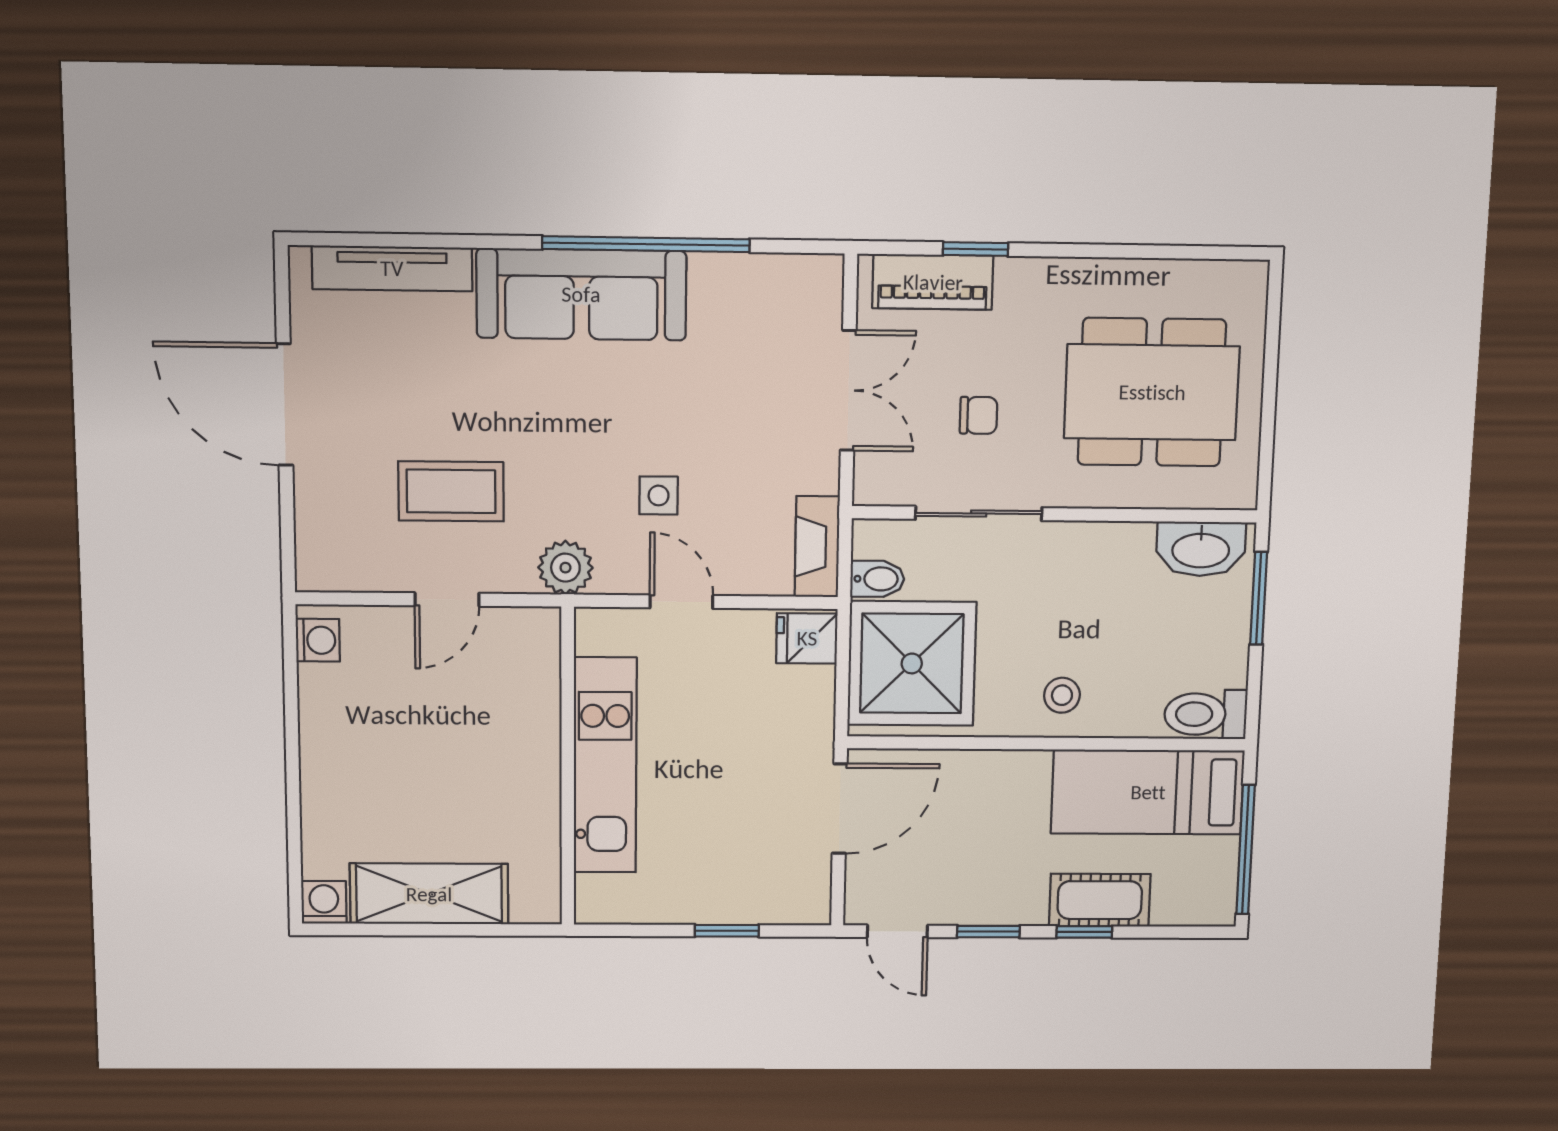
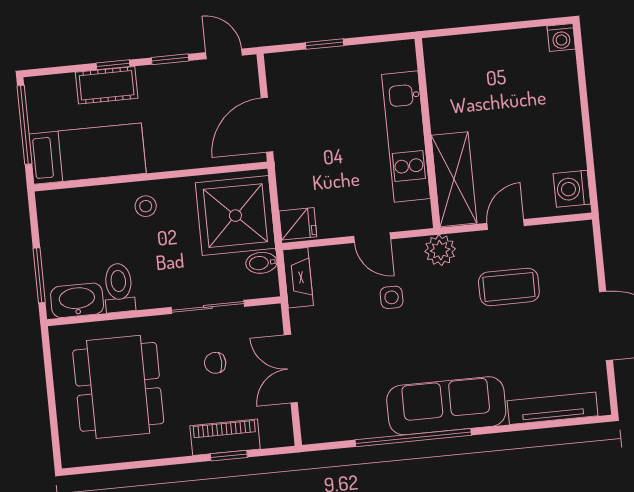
piano: (933, 282) -> (225, 437), moved
dining table: (1152, 392) -> (118, 387), turned 90
washing machine: (318, 640) -> (572, 189), width x1.38, depth x1.38
toilet: (1206, 714) -> (119, 288), moved, turned -90
shelving: (429, 894) -> (454, 179), moved, turned 90

